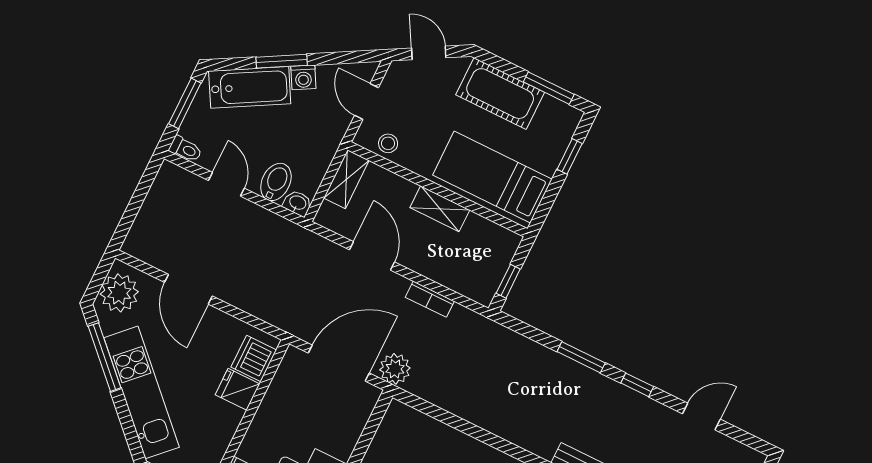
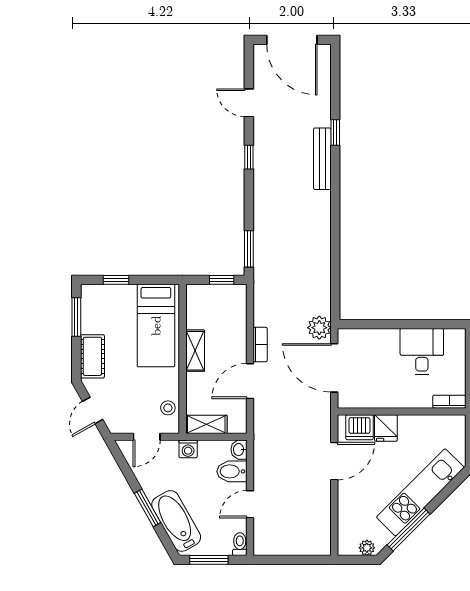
washing machine: (303, 77) -> (188, 449), moved, turned 119
cot: (500, 94) -> (92, 356), width x0.73, depth x0.75
door: (188, 289) -> (334, 461), moved
plant: (119, 293) -> (367, 548), width x0.53, depth x0.53
bookcase: (430, 299) -> (260, 345), moved
window: (581, 357) -> (249, 249), moved

